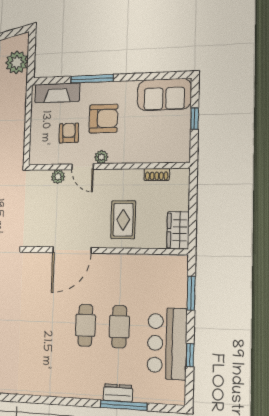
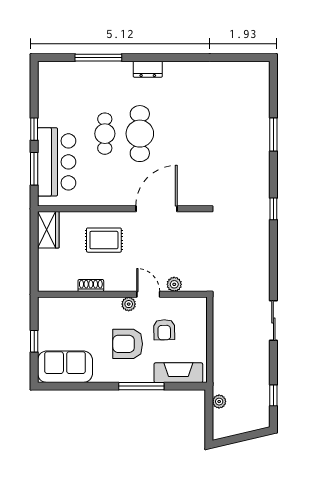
plant: (17, 62) -> (219, 402), width x0.53, depth x0.53
shoe rack: (157, 174) -> (91, 286), moved
rug: (123, 220) -> (104, 240), turned 90
cafe table: (85, 325) -> (140, 134), width x1.37, depth x1.35
bar counter: (167, 343) -> (57, 162), moved
window: (190, 355) -> (34, 129), moved
dresser: (118, 393) -> (148, 69), moved

